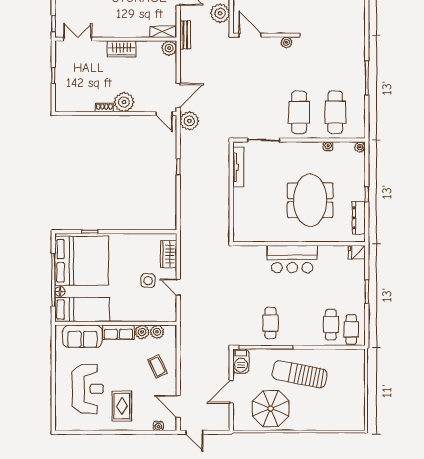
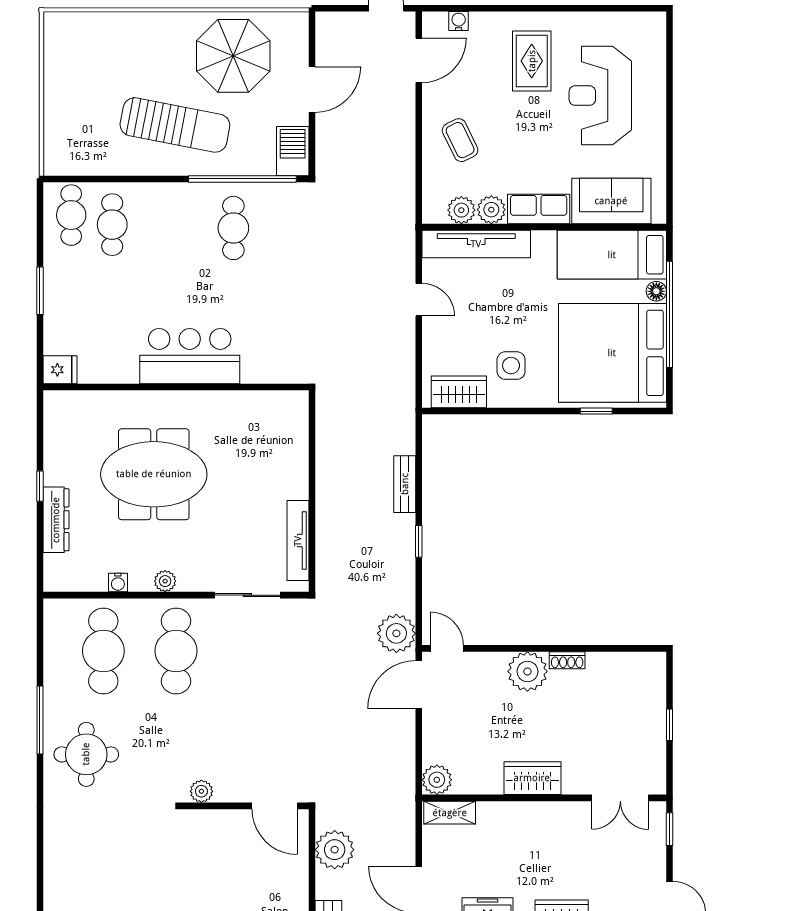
bench: (185, 35) -> (405, 484), moved
round table: (344, 61) -> (86, 754), added
plant: (360, 147) -> (165, 581), moved
meeting table: (310, 200) -> (154, 474), turned 90
dresser: (359, 218) -> (56, 520), moved
wardrobe: (169, 254) -> (459, 392), moved, turned -90
side table: (148, 281) -> (511, 366), moved
tv unit: (150, 315) -> (476, 244), added
door: (178, 406) -> (419, 60), hinge flipped

